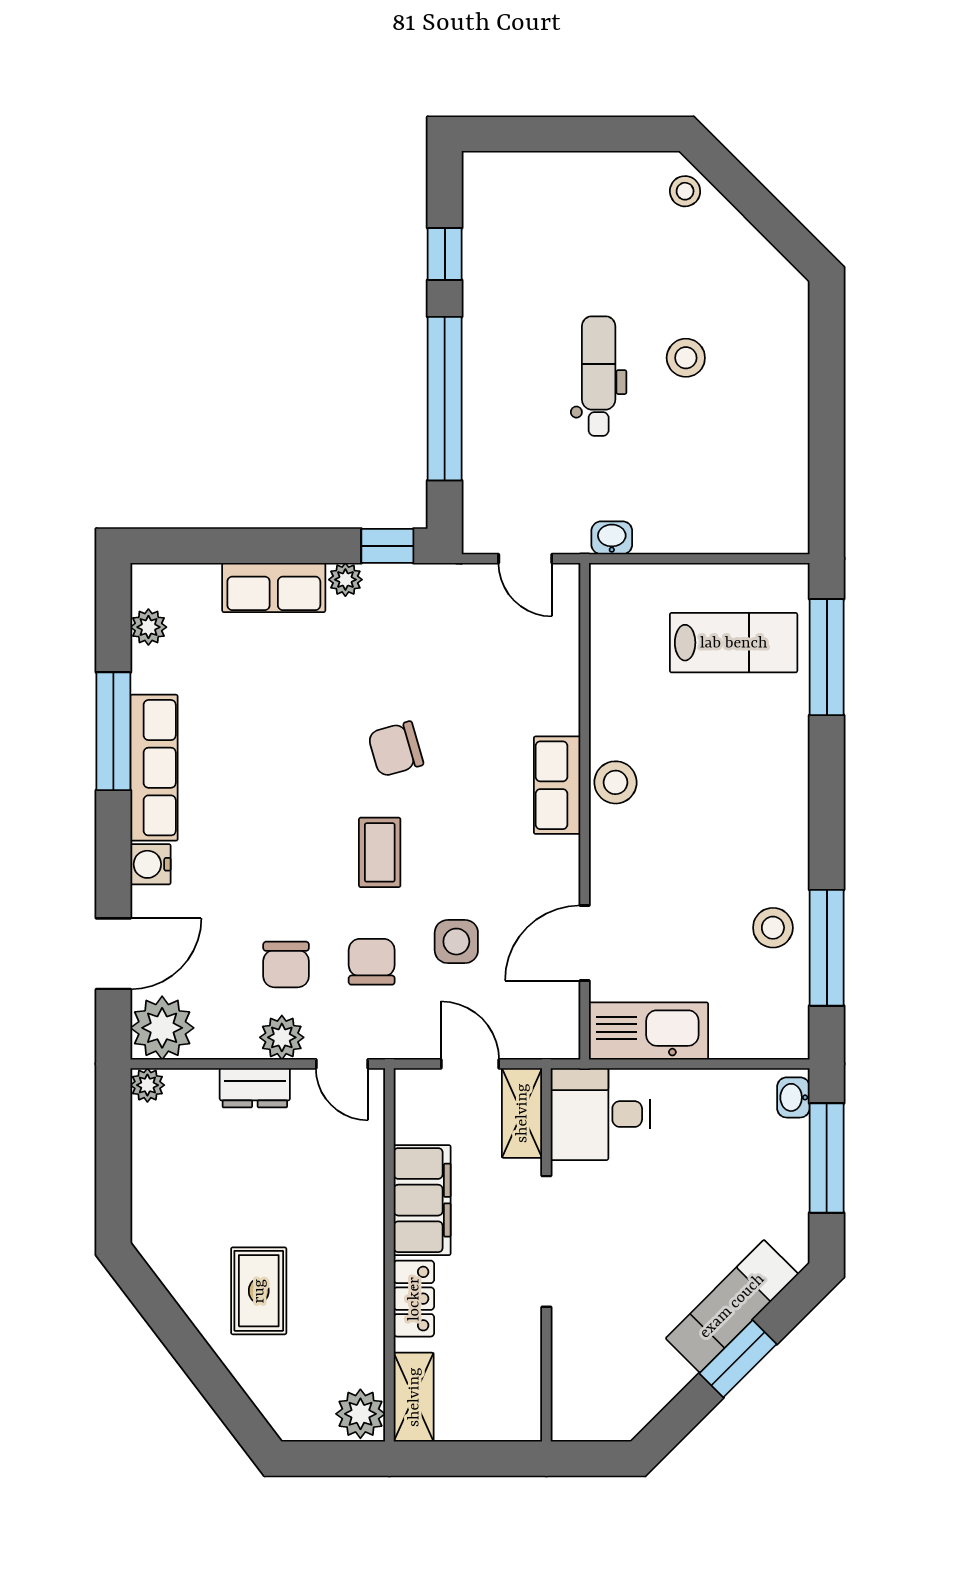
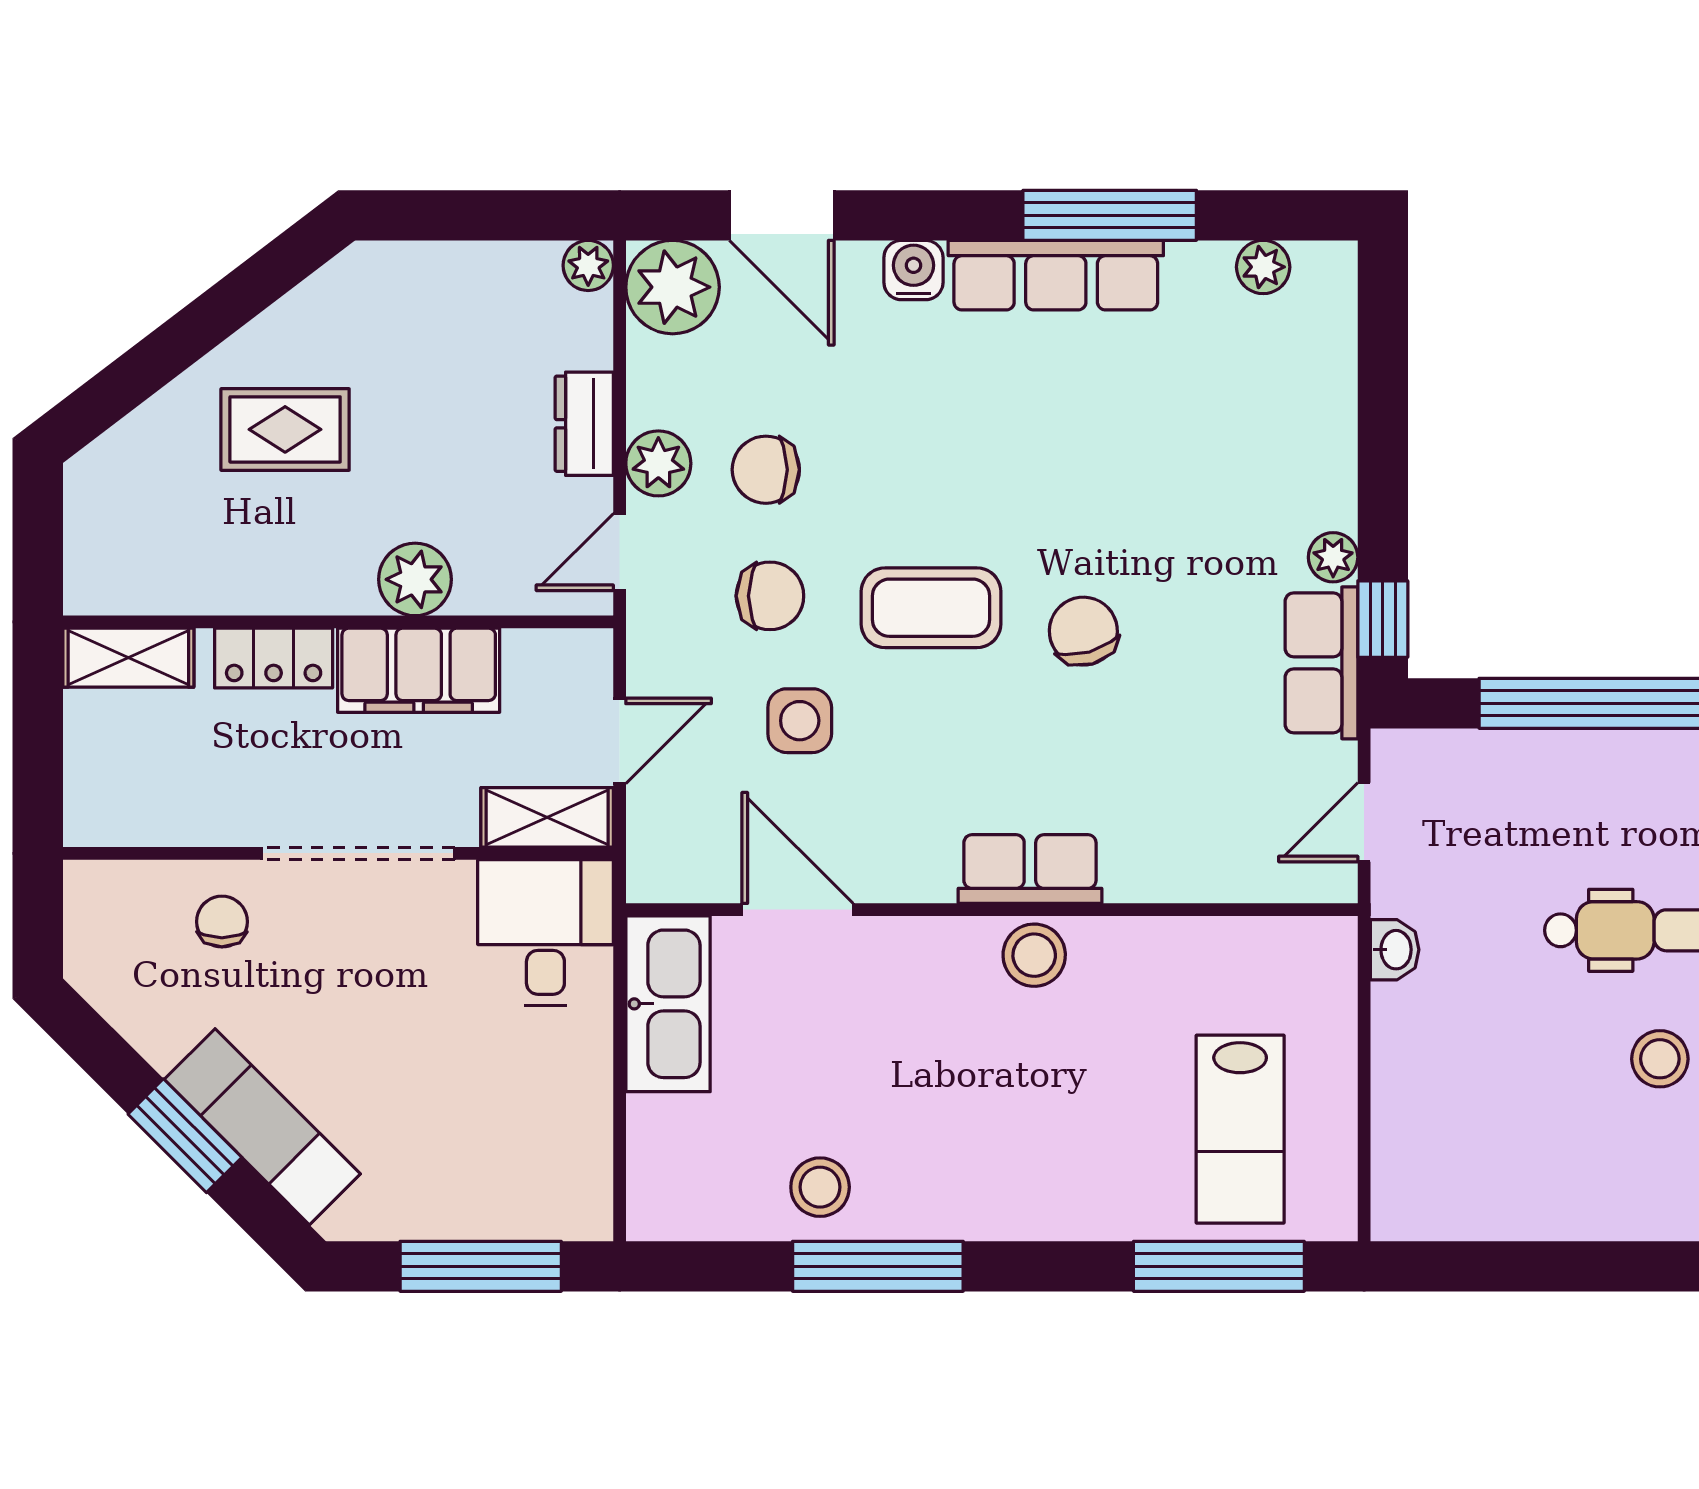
row of seats: (274, 587) -> (1321, 663), moved
coffee table: (380, 852) -> (931, 608), width x1.36, depth x1.30
window: (827, 948) -> (878, 1266), moved
washbasin: (793, 1097) -> (570, 1217), removed
chair: (593, 1334) -> (222, 922), added
plant: (360, 1414) -> (415, 579), moved

